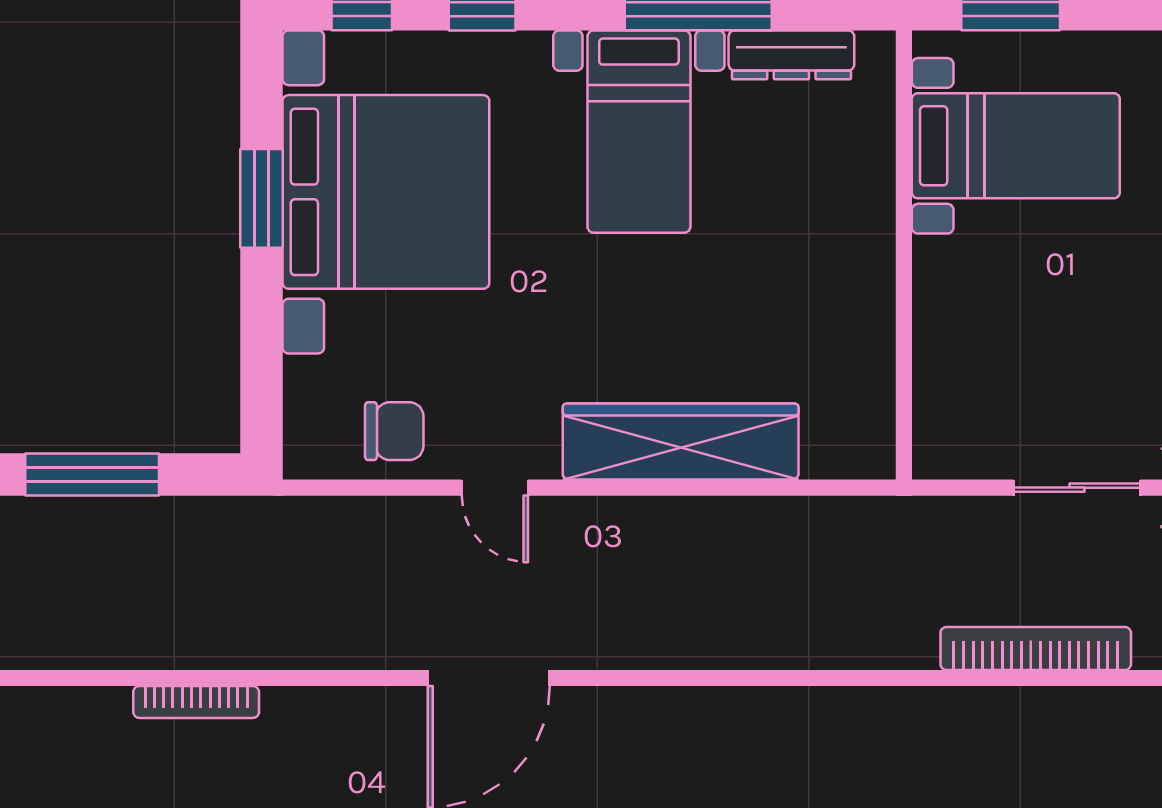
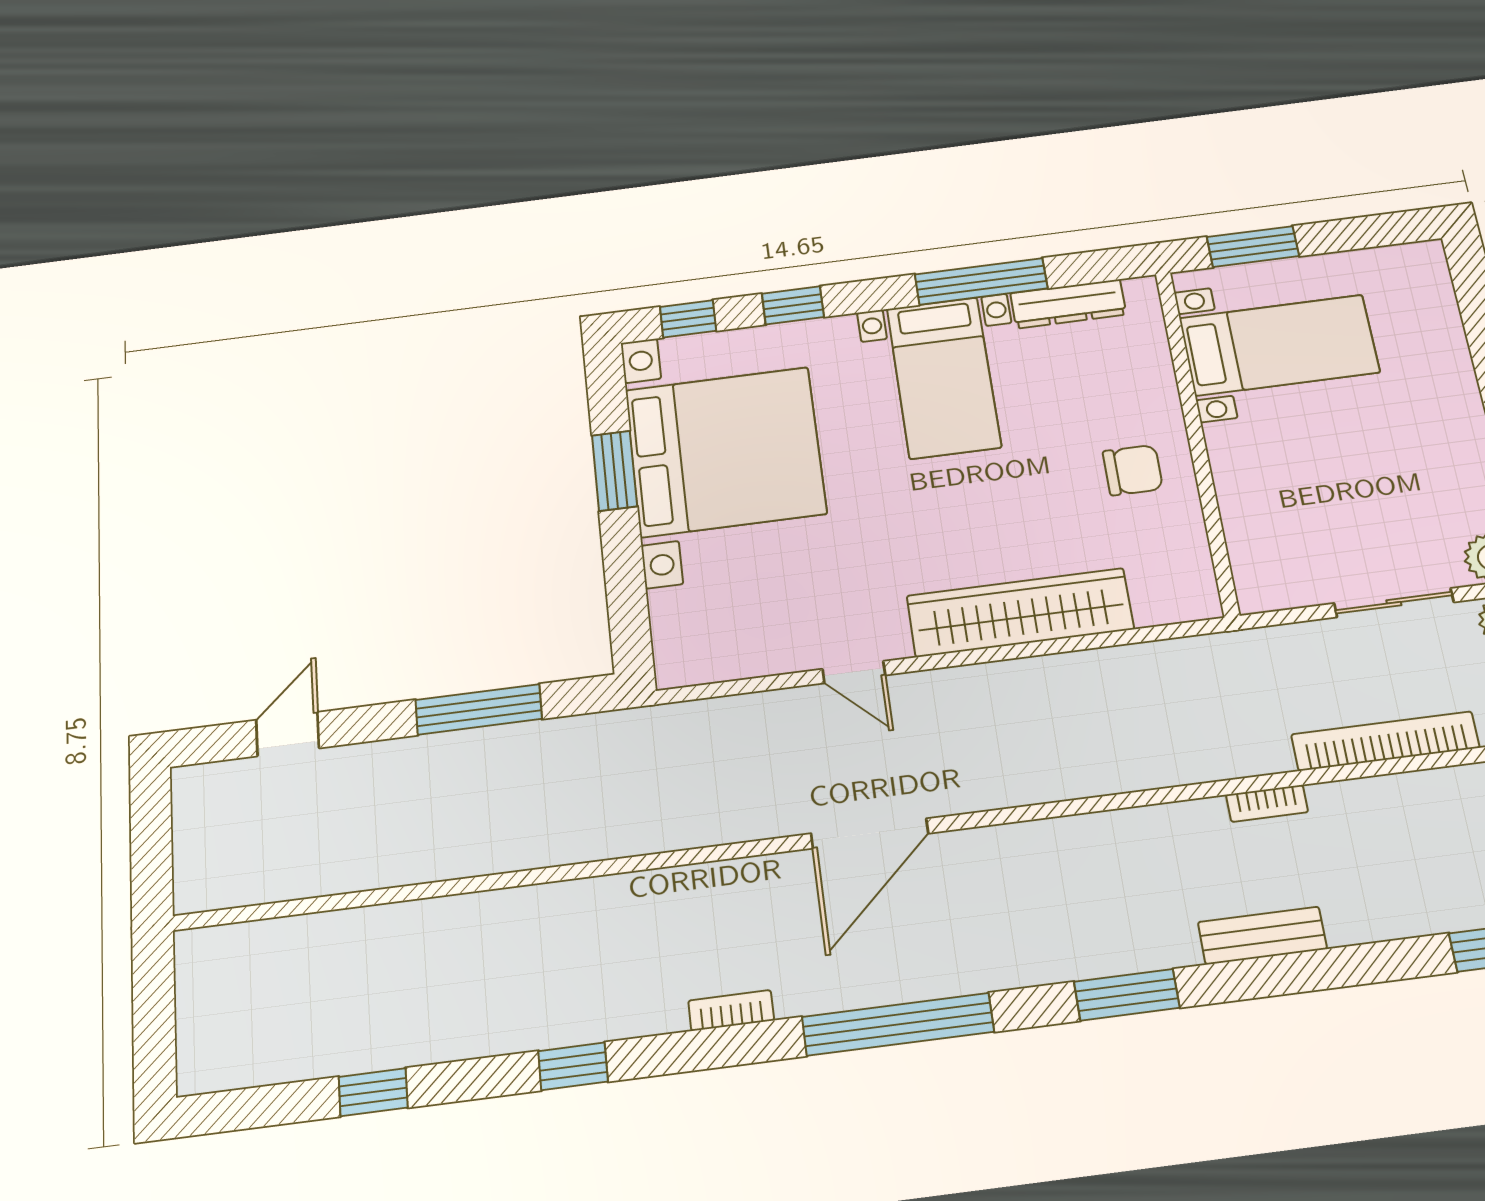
chair: (394, 431) -> (1133, 470), moved
bookcase: (196, 702) -> (1267, 803), moved, width x0.64

